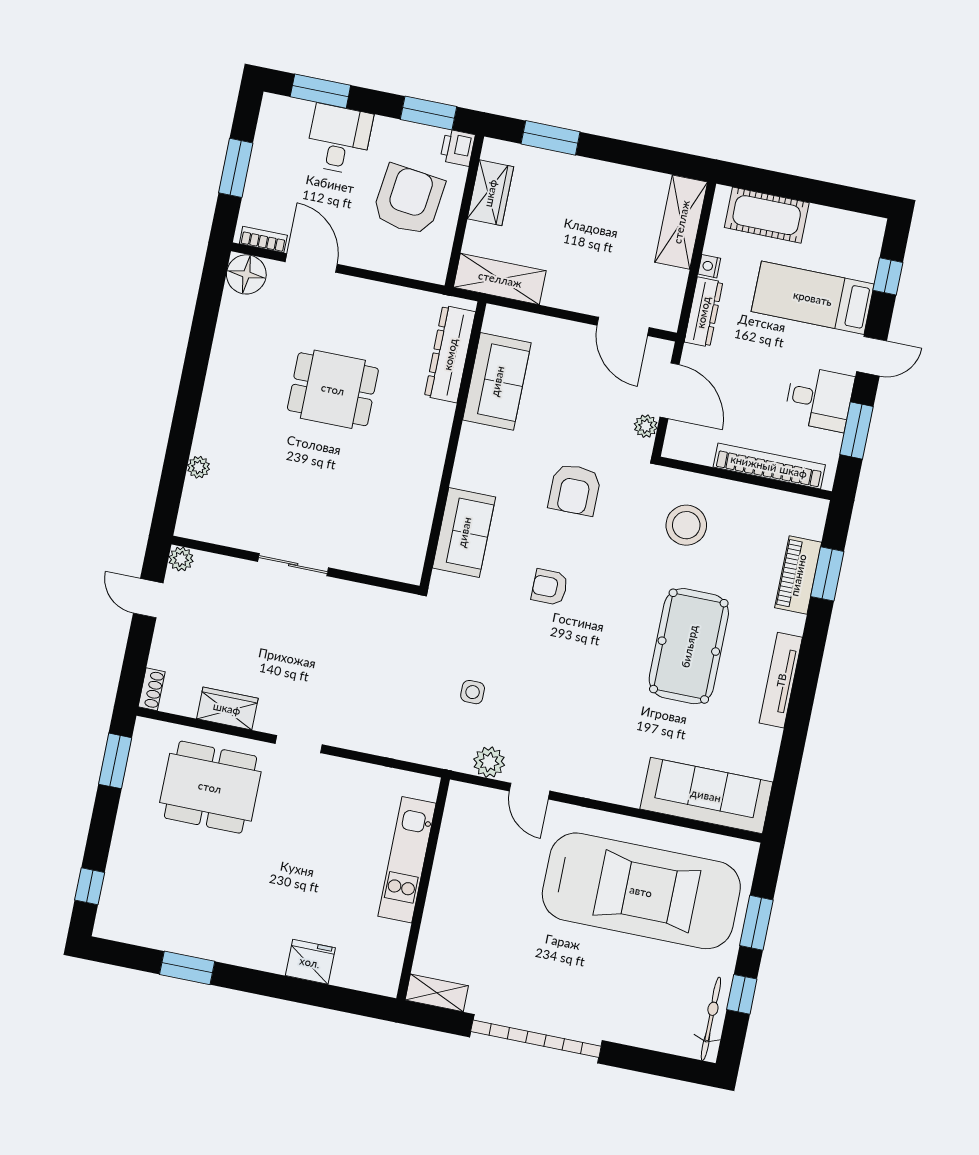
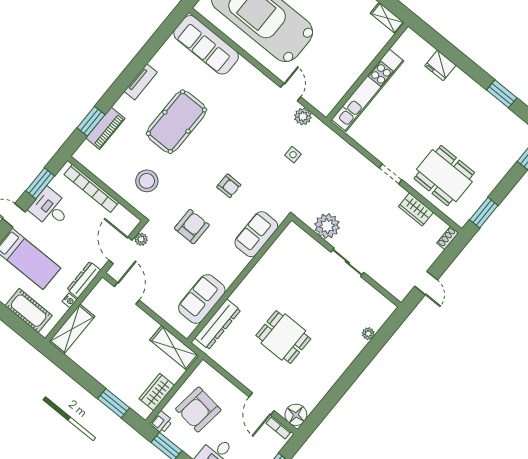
plant: (181, 559) -> (327, 226), moved, width x1.87, depth x1.87
tv unit: (781, 680) -> (141, 82), width x0.71
kitchen unit: (407, 860) -> (368, 90), width x1.36

